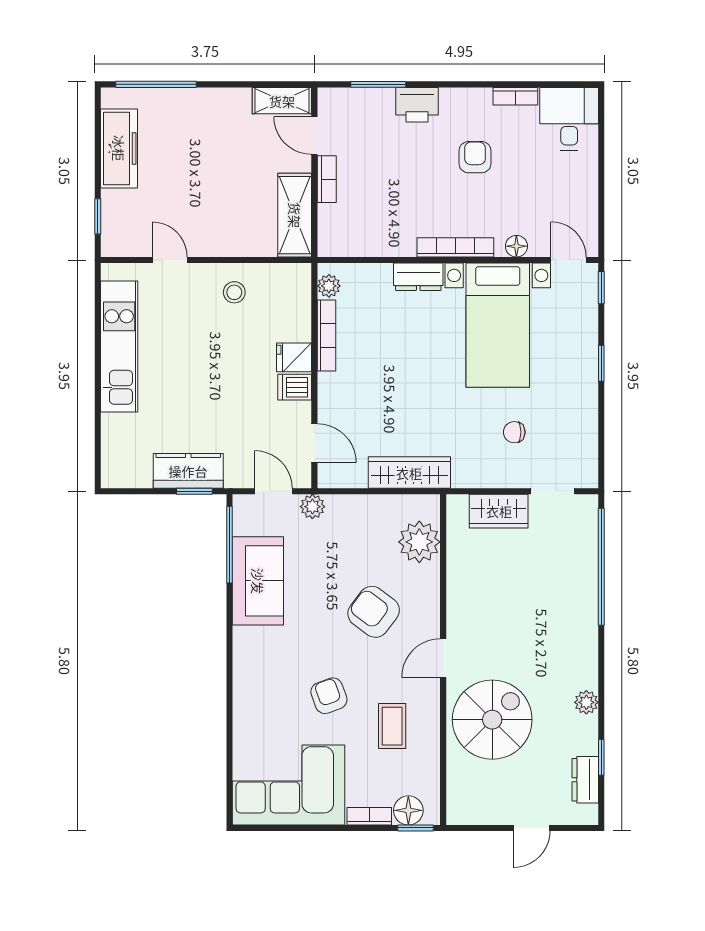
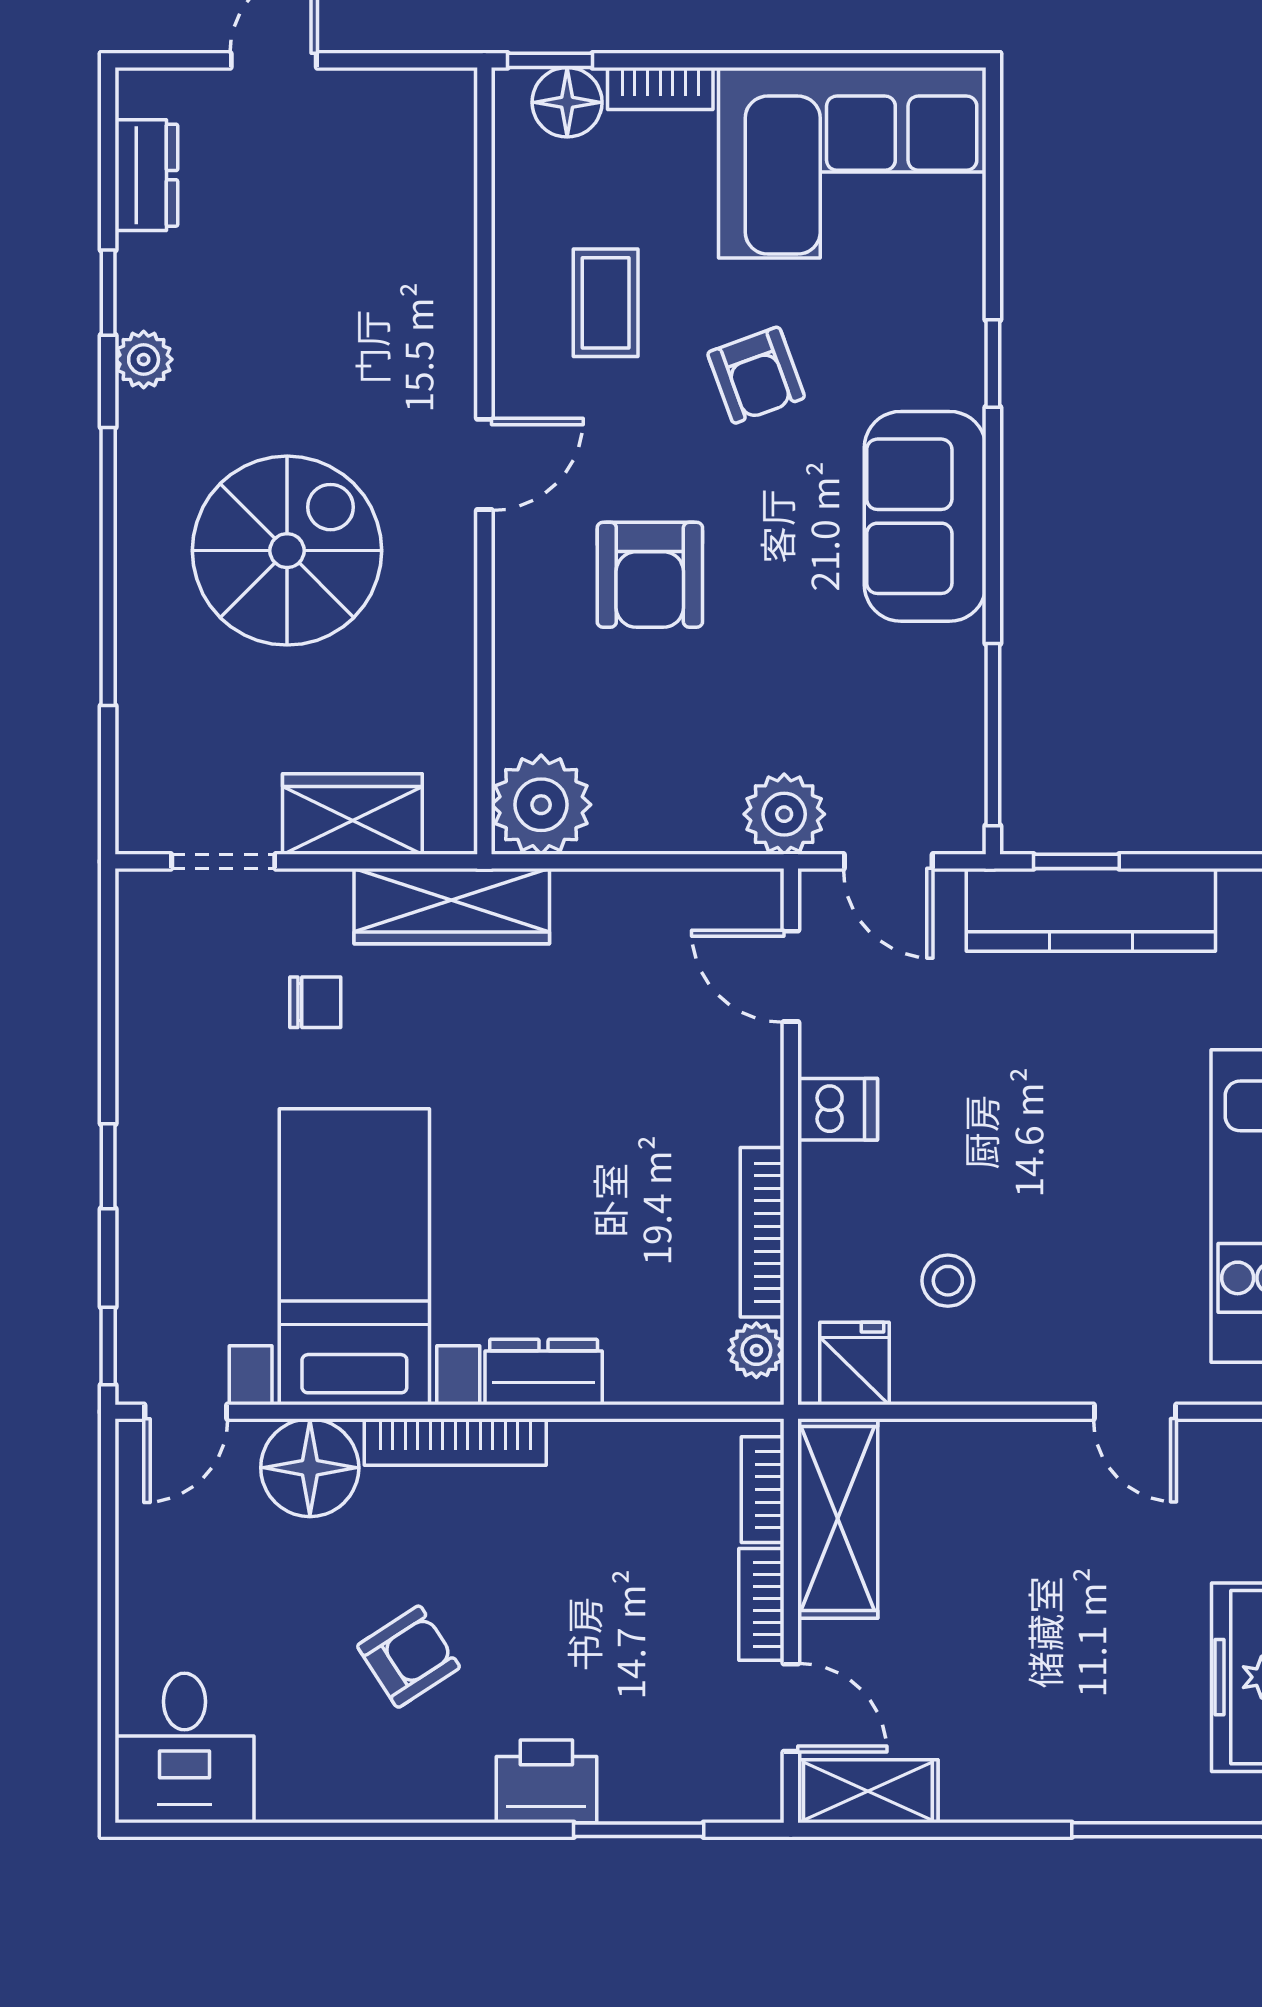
bookcase: (515, 96) -> (763, 1490), moved, turned -90
armchair: (475, 157) -> (408, 1657), turned -123
floor lamp: (516, 246) -> (310, 1468), width x1.89, depth x1.89
door: (569, 260) -> (186, 1412), hinge flipped
stool: (234, 292) -> (948, 1281), moved
fridge: (294, 357) -> (855, 1364), moved, turned -90
kitchen counter: (188, 471) -> (1091, 910), width x1.50
wardrobe: (409, 473) -> (452, 906), moved
plant: (312, 507) -> (784, 814), width x1.38, depth x1.38
plant: (419, 542) -> (541, 805), moved
window: (601, 567) -> (108, 566), moved
sofa: (258, 581) -> (925, 516), moved
armchair: (374, 612) -> (650, 575), turned 53
window: (229, 701) -> (993, 363), added
spiral stairs: (492, 720) -> (287, 551), moved, turned 180
window: (601, 757) -> (108, 293), moved

